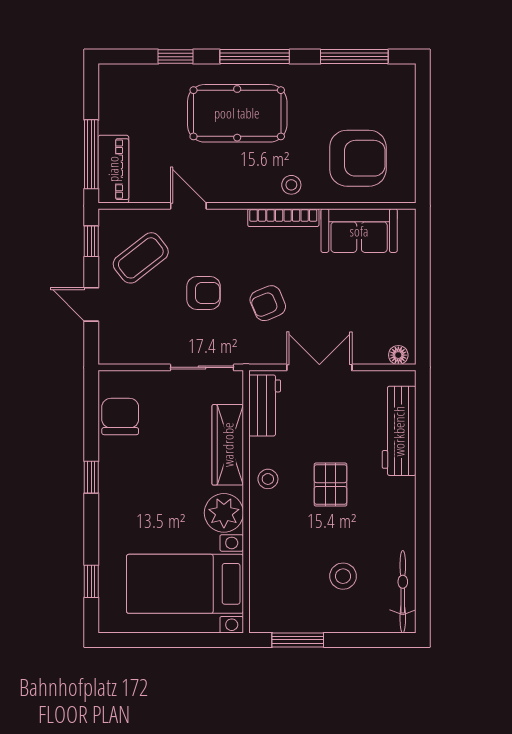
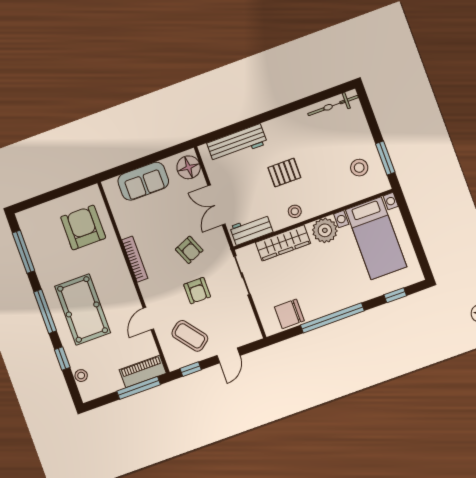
stool: (291, 185) -> (81, 376), moved
sofa: (359, 231) -> (143, 181), moved, turned 90
armchair: (204, 293) -> (197, 291), turned 180
floor lamp: (398, 355) -> (189, 167), width x1.89, depth x1.89
window: (91, 477) -> (332, 318), width x3.17
stool: (343, 576) -> (359, 168), moved

